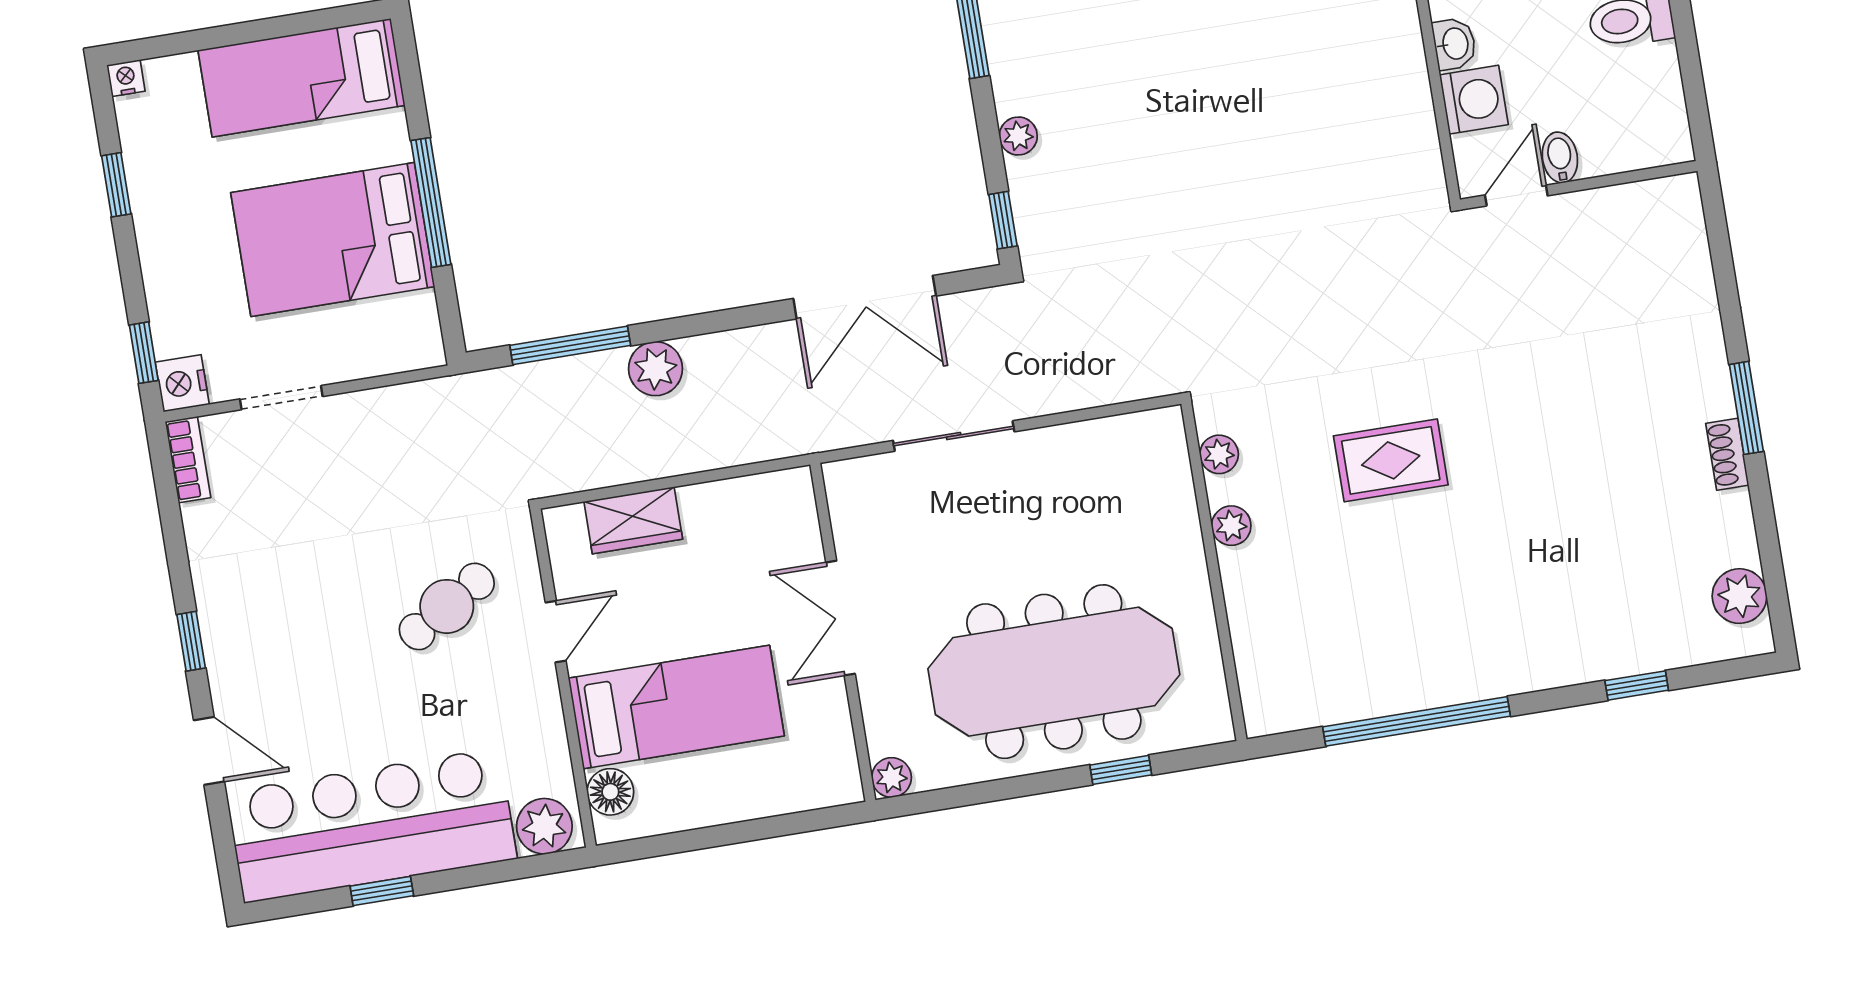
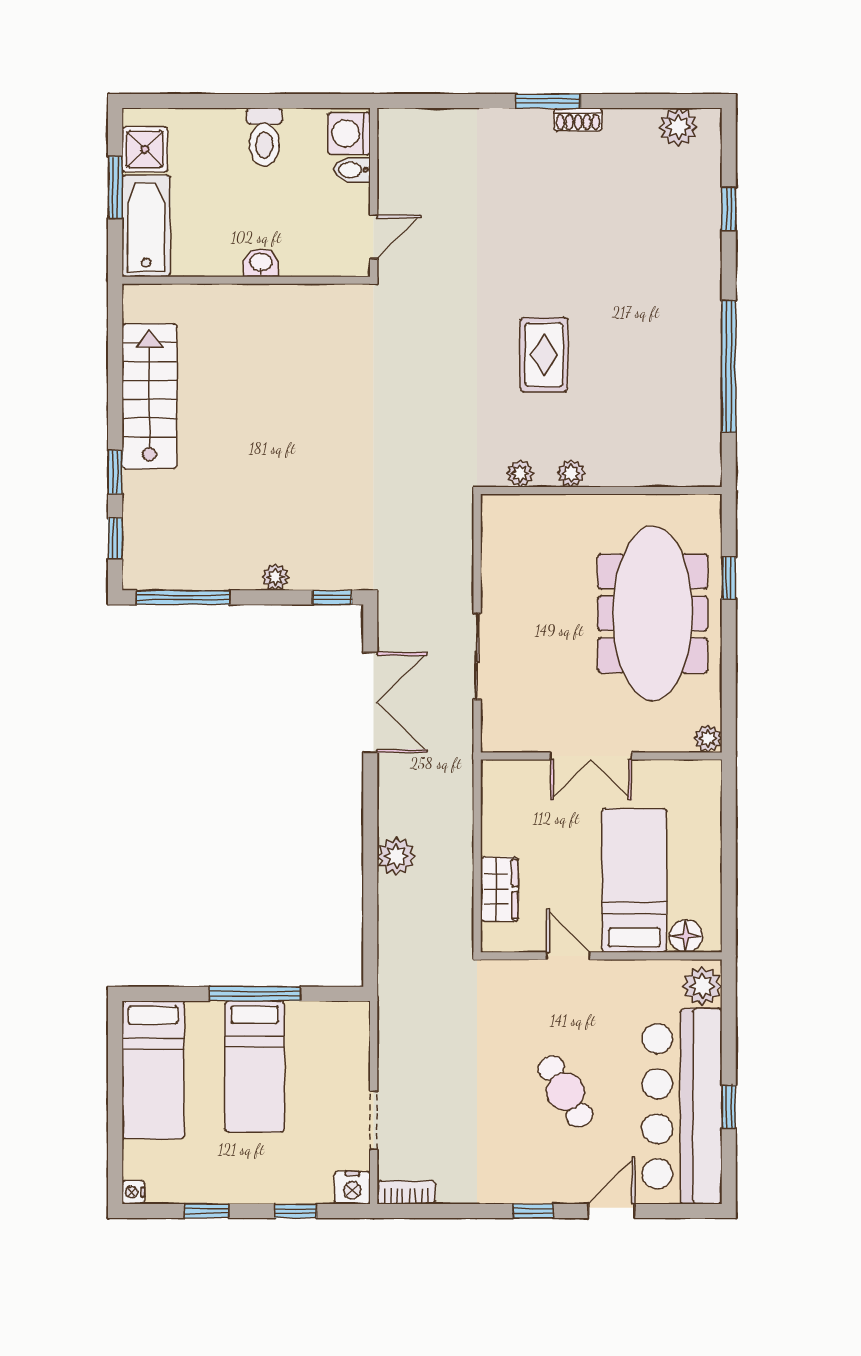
washing machine: (1474, 100) -> (349, 134), moved, turned -90
bidet: (1560, 157) -> (352, 170), moved
door: (1516, 195) -> (374, 237), swing flipped
bed: (333, 240) -> (255, 1067), width x0.67
window: (570, 345) -> (370, 913), removed
window: (144, 353) -> (296, 1211), moved
cafe table: (447, 606) -> (565, 1092), moved

